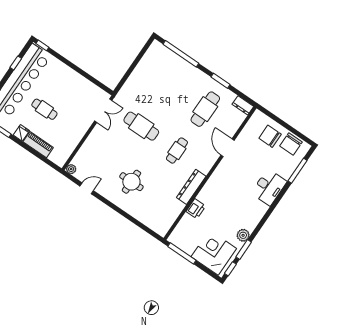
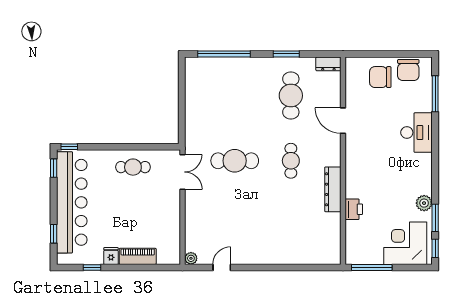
window: (16, 63) -> (54, 168), moved
cafe table: (44, 109) -> (133, 167), moved
round table: (131, 182) -> (265, 228), removed

